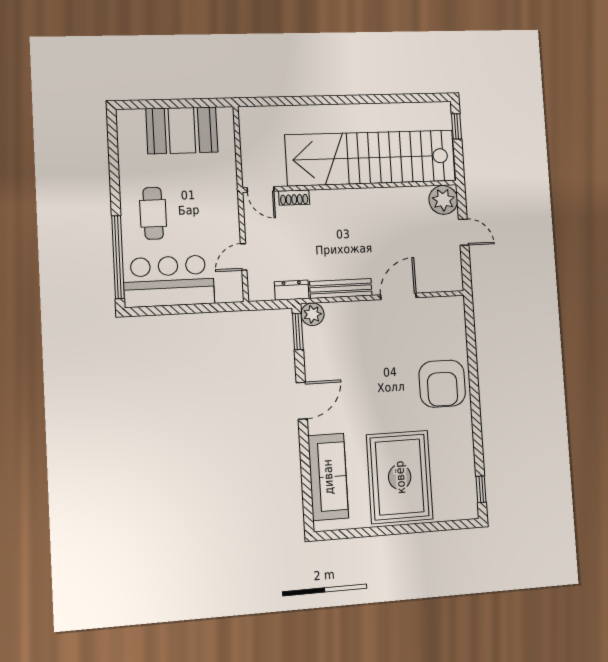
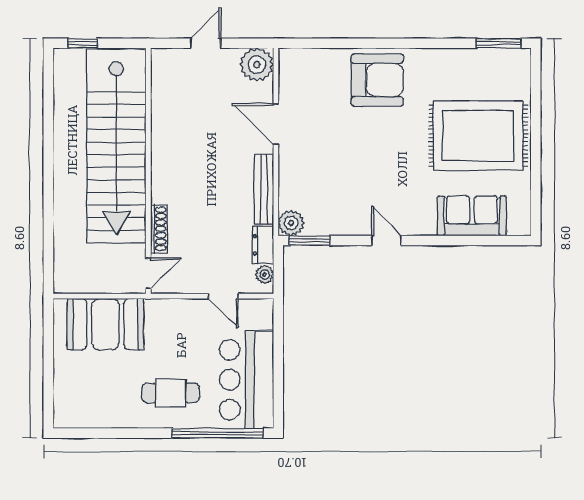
booth: (182, 130) -> (105, 324), moved, turned 90
shoe rack: (294, 198) -> (159, 229), width x1.43
plant: (443, 200) -> (257, 65), moved
plant: (265, 293) -> (265, 274), added
door: (302, 401) -> (386, 240), width x0.73
sofa: (328, 477) -> (472, 216), width x0.73
window: (481, 489) -> (499, 43), width x1.50

